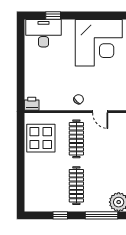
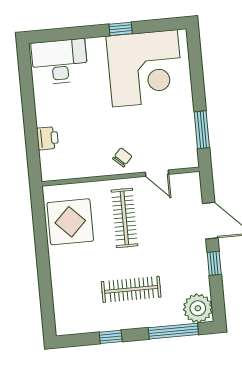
window: (53, 15) -> (121, 29), moved
printer: (32, 104) -> (48, 138), moved, turned 90
clothes rail: (76, 186) -> (131, 289), turned 90

